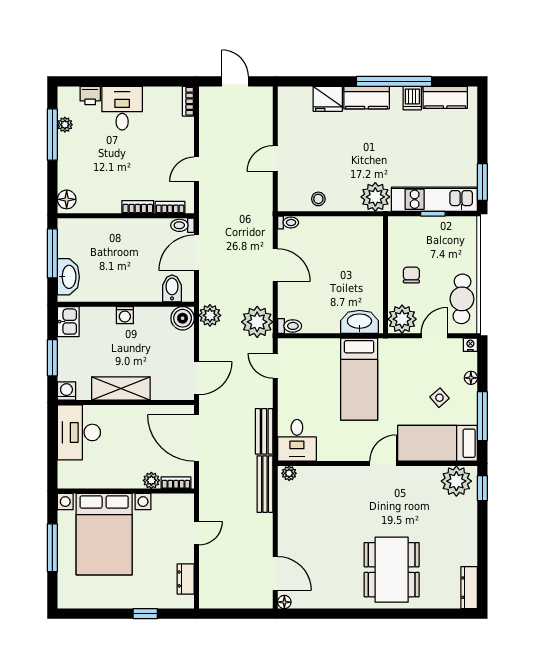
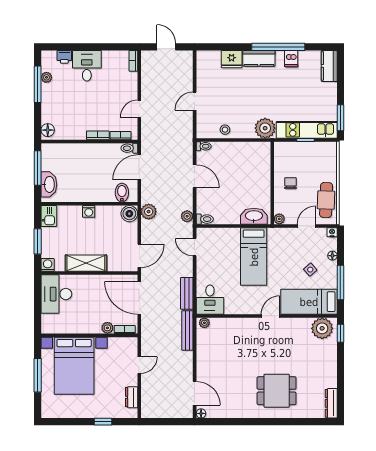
kitchen counter: (445, 97) -> (329, 66), moved, turned 90
plant: (402, 319) -> (279, 219), width x0.53, depth x0.53
plant: (257, 322) -> (187, 216), width x0.53, depth x0.53
dining table: (392, 570) -> (277, 391), width x0.73

